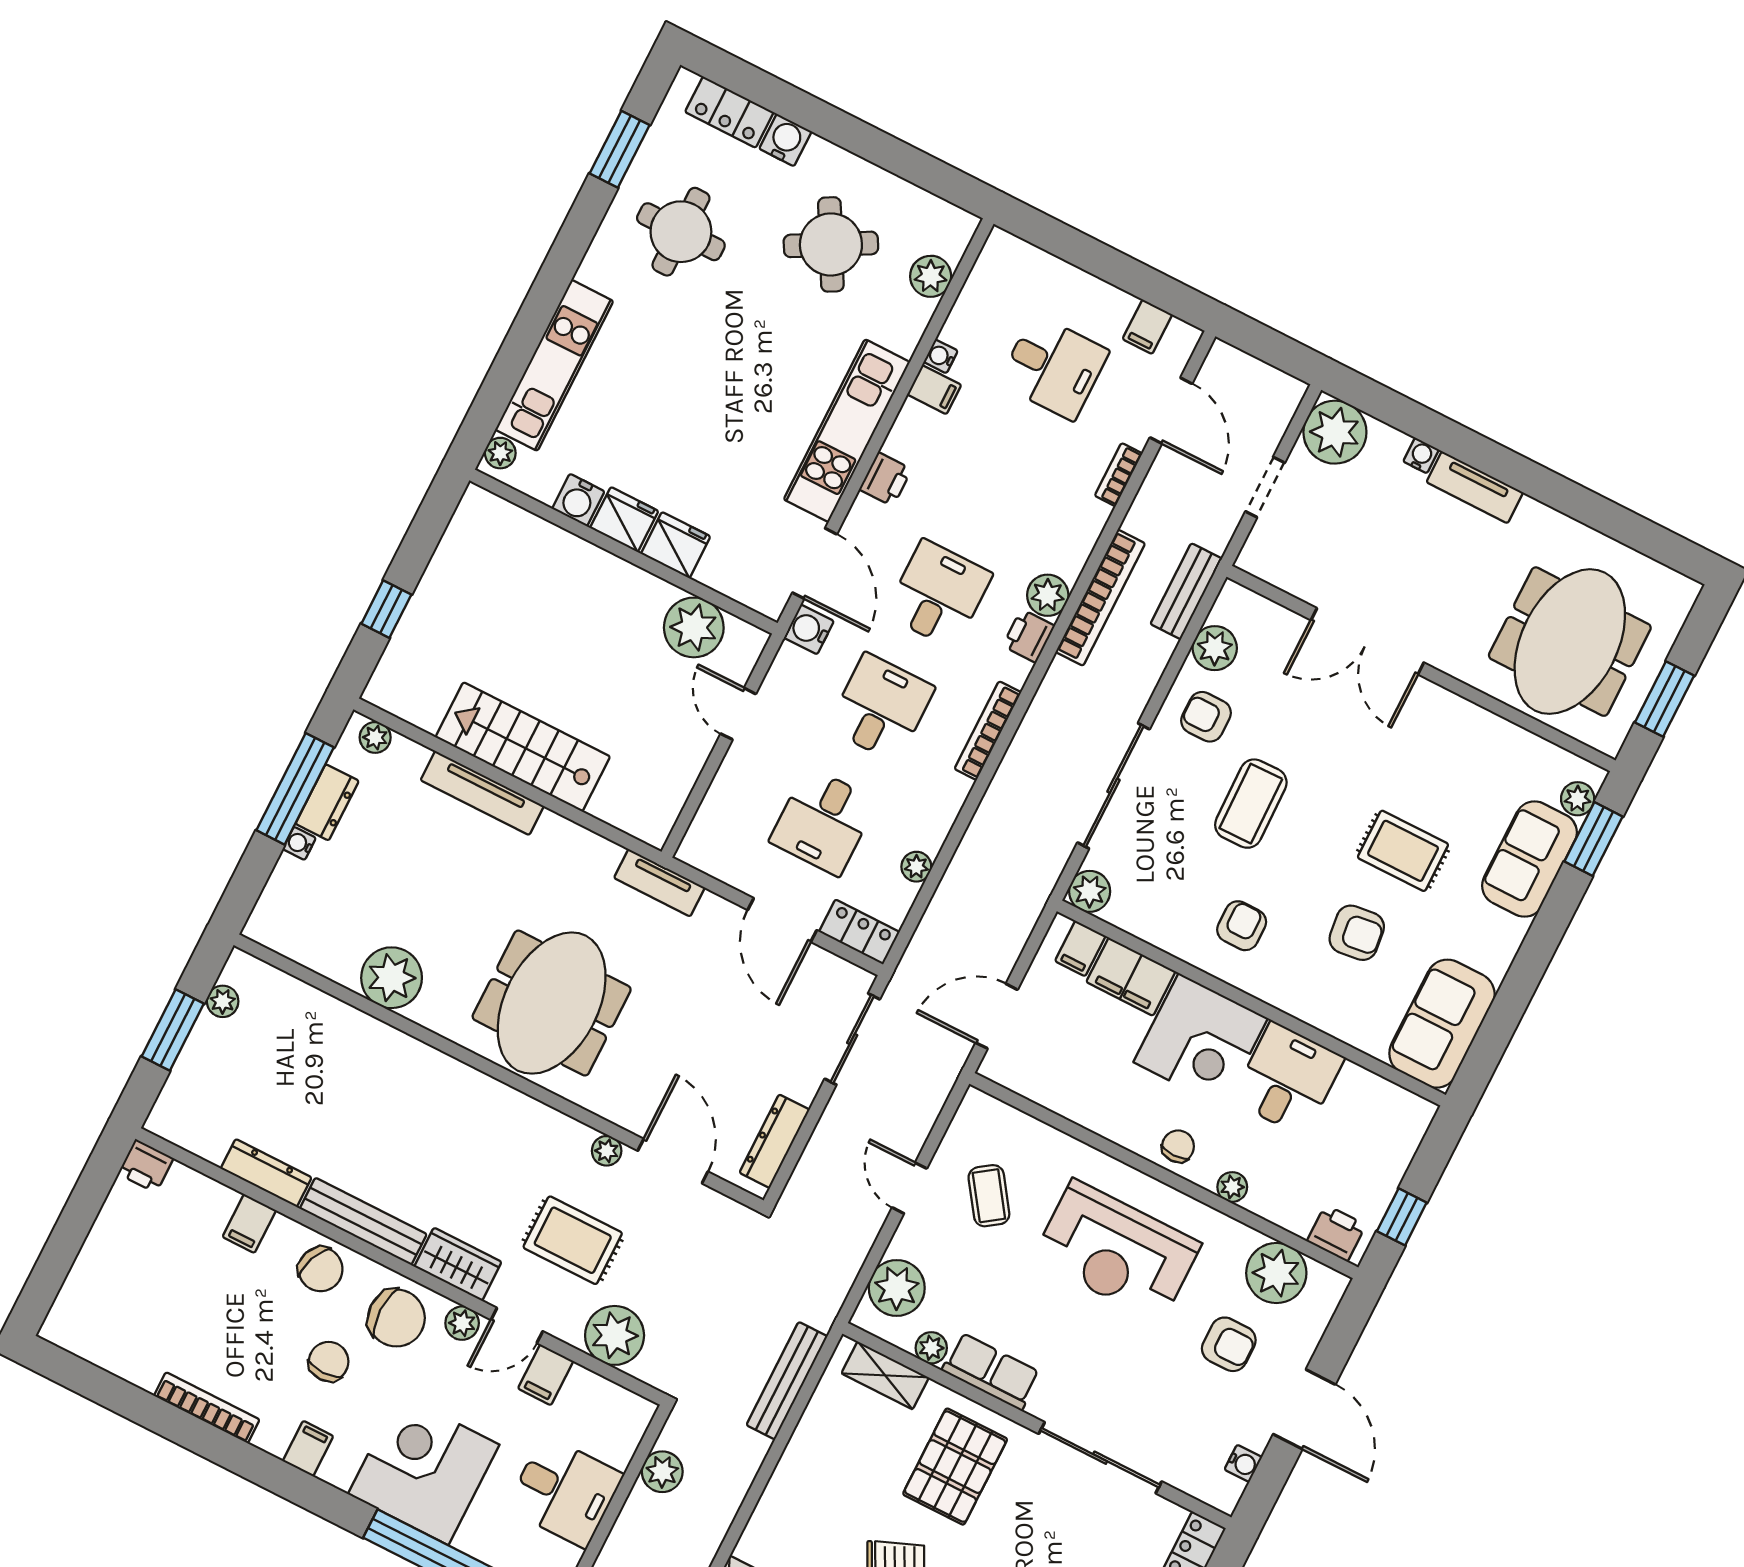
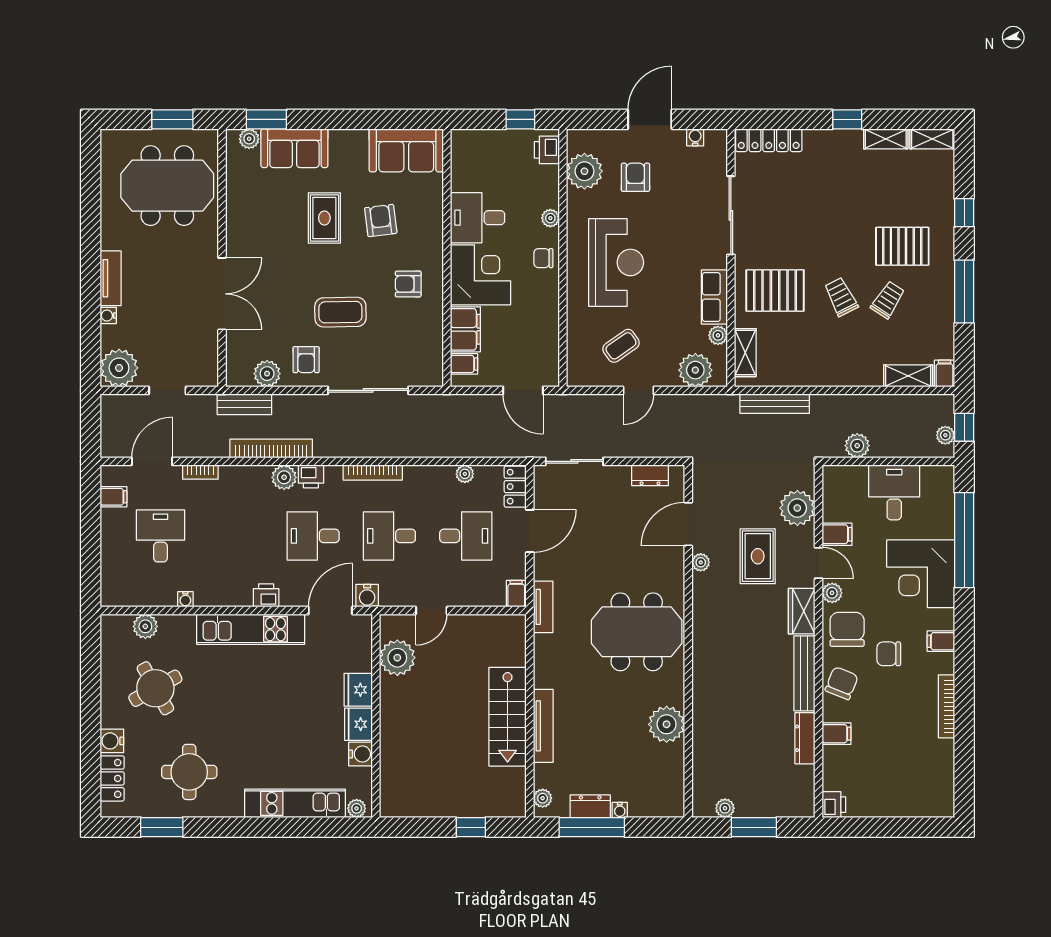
filing cabinet: (934, 390) -> (516, 594), moved
plant: (1090, 891) -> (431, 375), removed
dresser: (774, 1141) -> (650, 475), width x0.70

